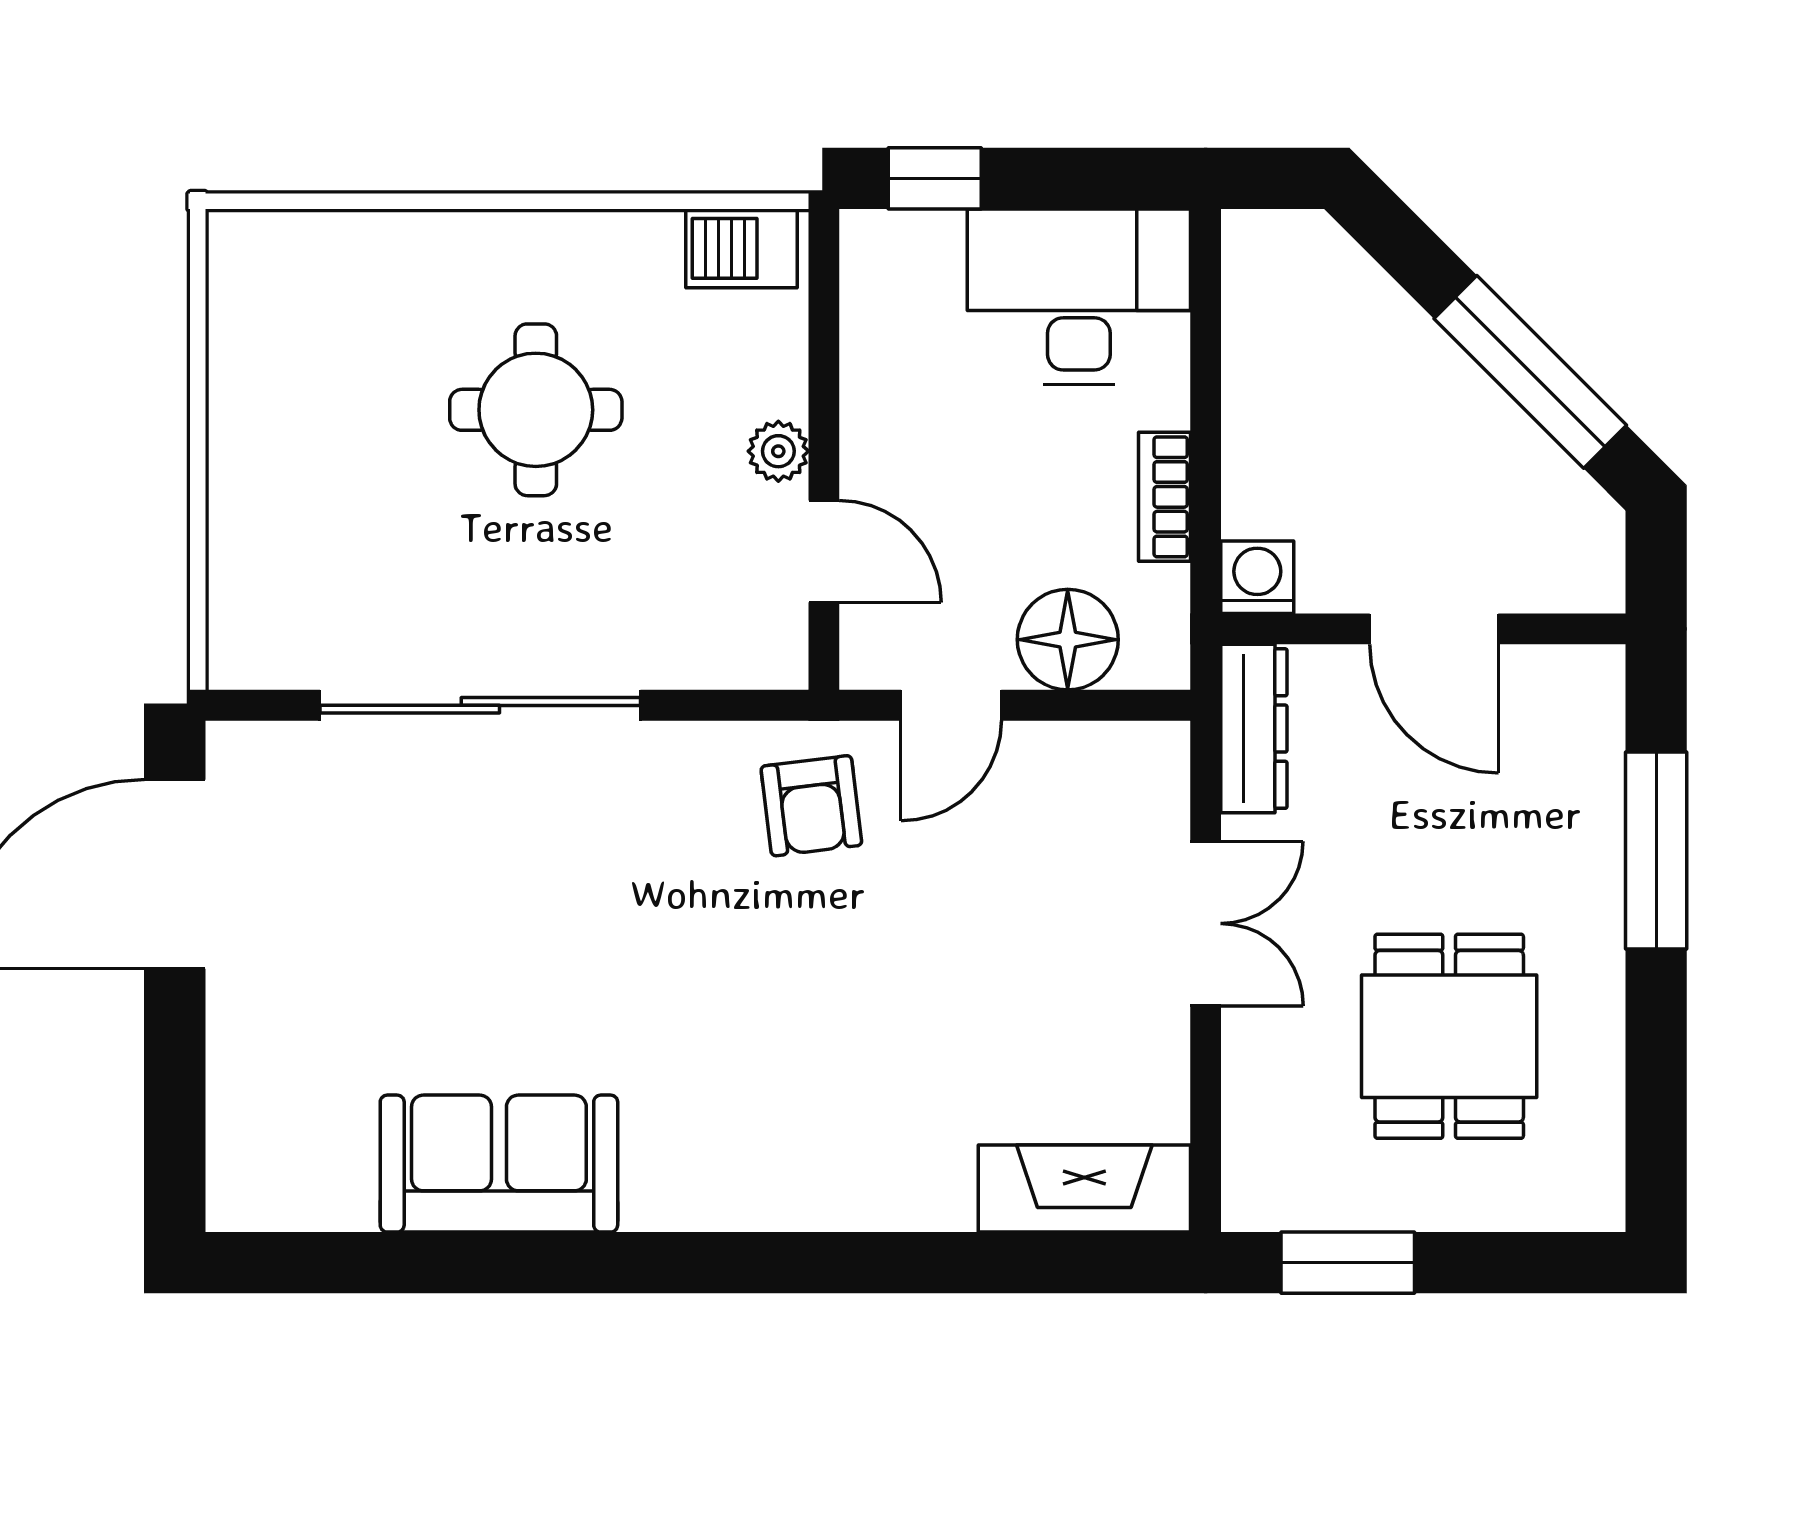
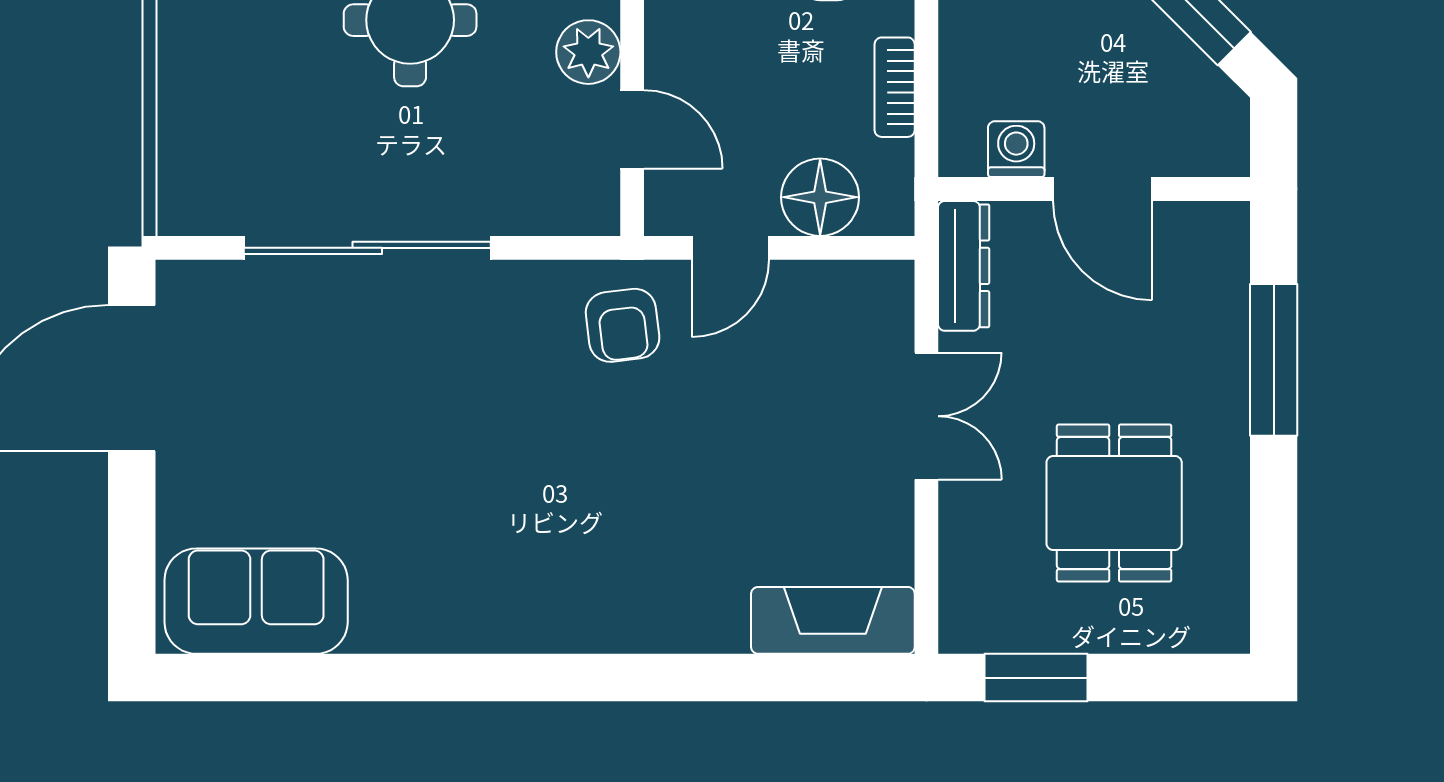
plant: (778, 451) -> (588, 52), width x1.38, depth x1.38
washing machine: (1257, 577) -> (1016, 149), moved
sofa: (499, 1164) -> (256, 601), moved

